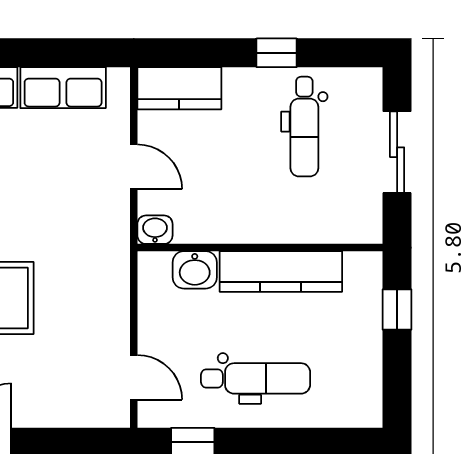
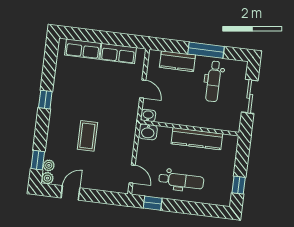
window: (277, 53) -> (206, 50), width x2.17
kitchen counter: (179, 88) -> (177, 61), moved
washbasin: (195, 270) -> (148, 132), moved
window: (397, 310) -> (239, 185), moved

